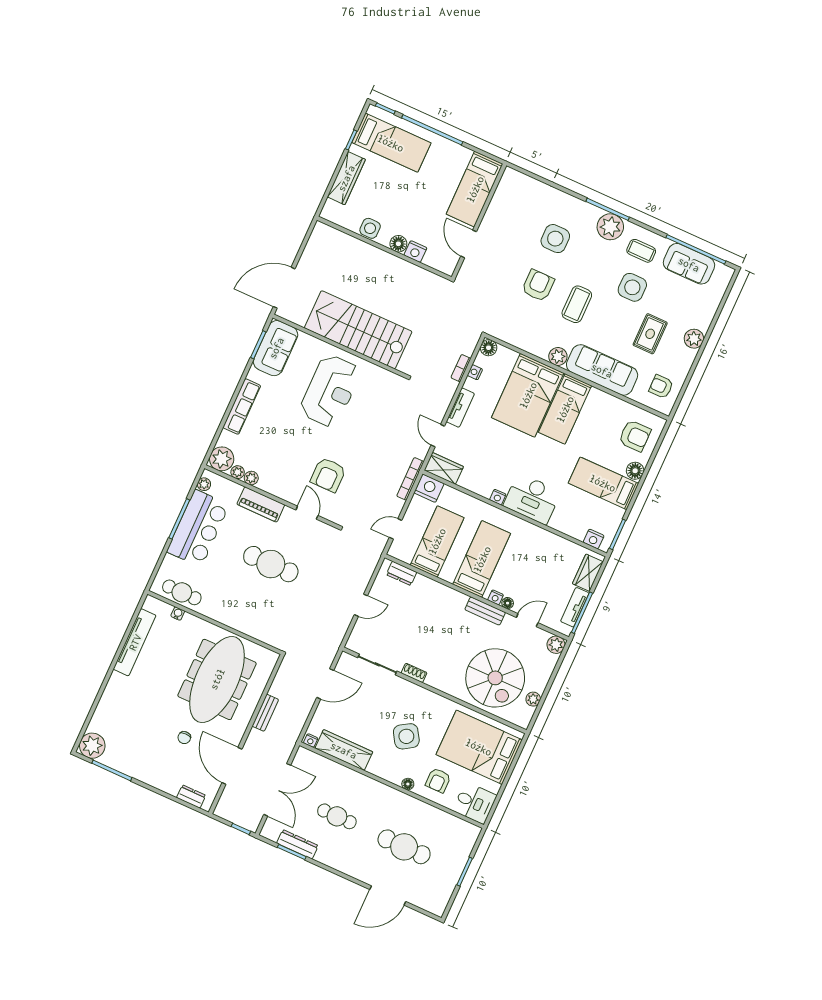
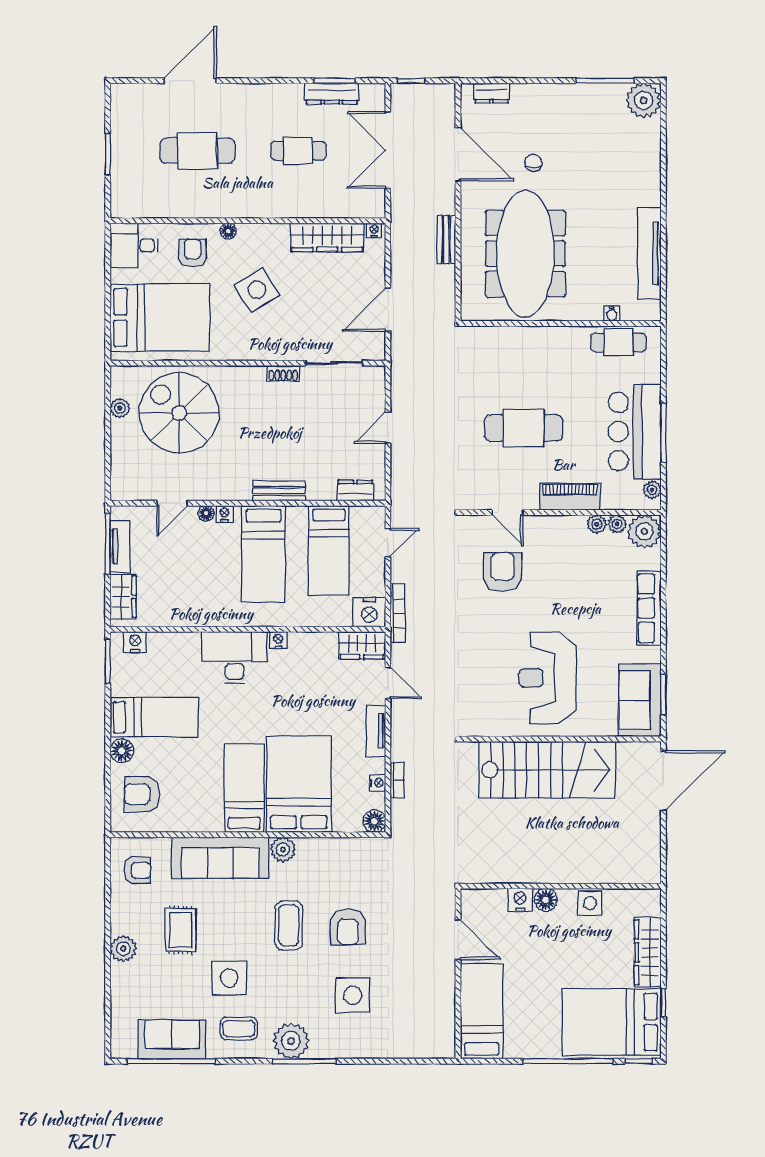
bed: (391, 143) -> (612, 1022), width x1.50
bench: (485, 611) -> (279, 491), moved
plant: (556, 645) -> (122, 489), removed

